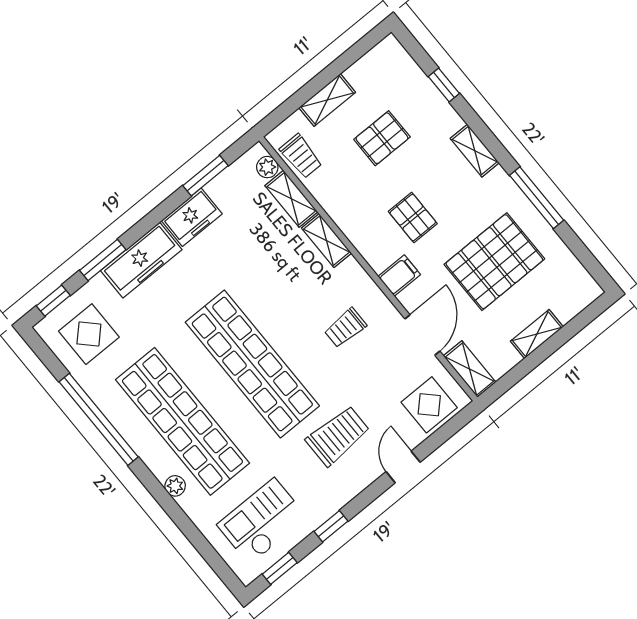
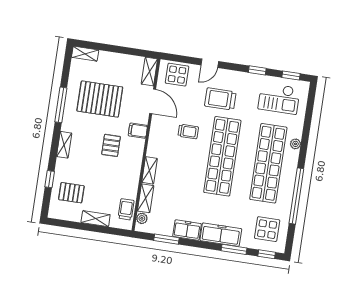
pallet: (382, 138) -> (71, 193), moved
trolley: (345, 328) -> (188, 131), moved
shelving: (537, 334) -> (85, 54), moved
door: (422, 335) -> (153, 101), swing flipped

